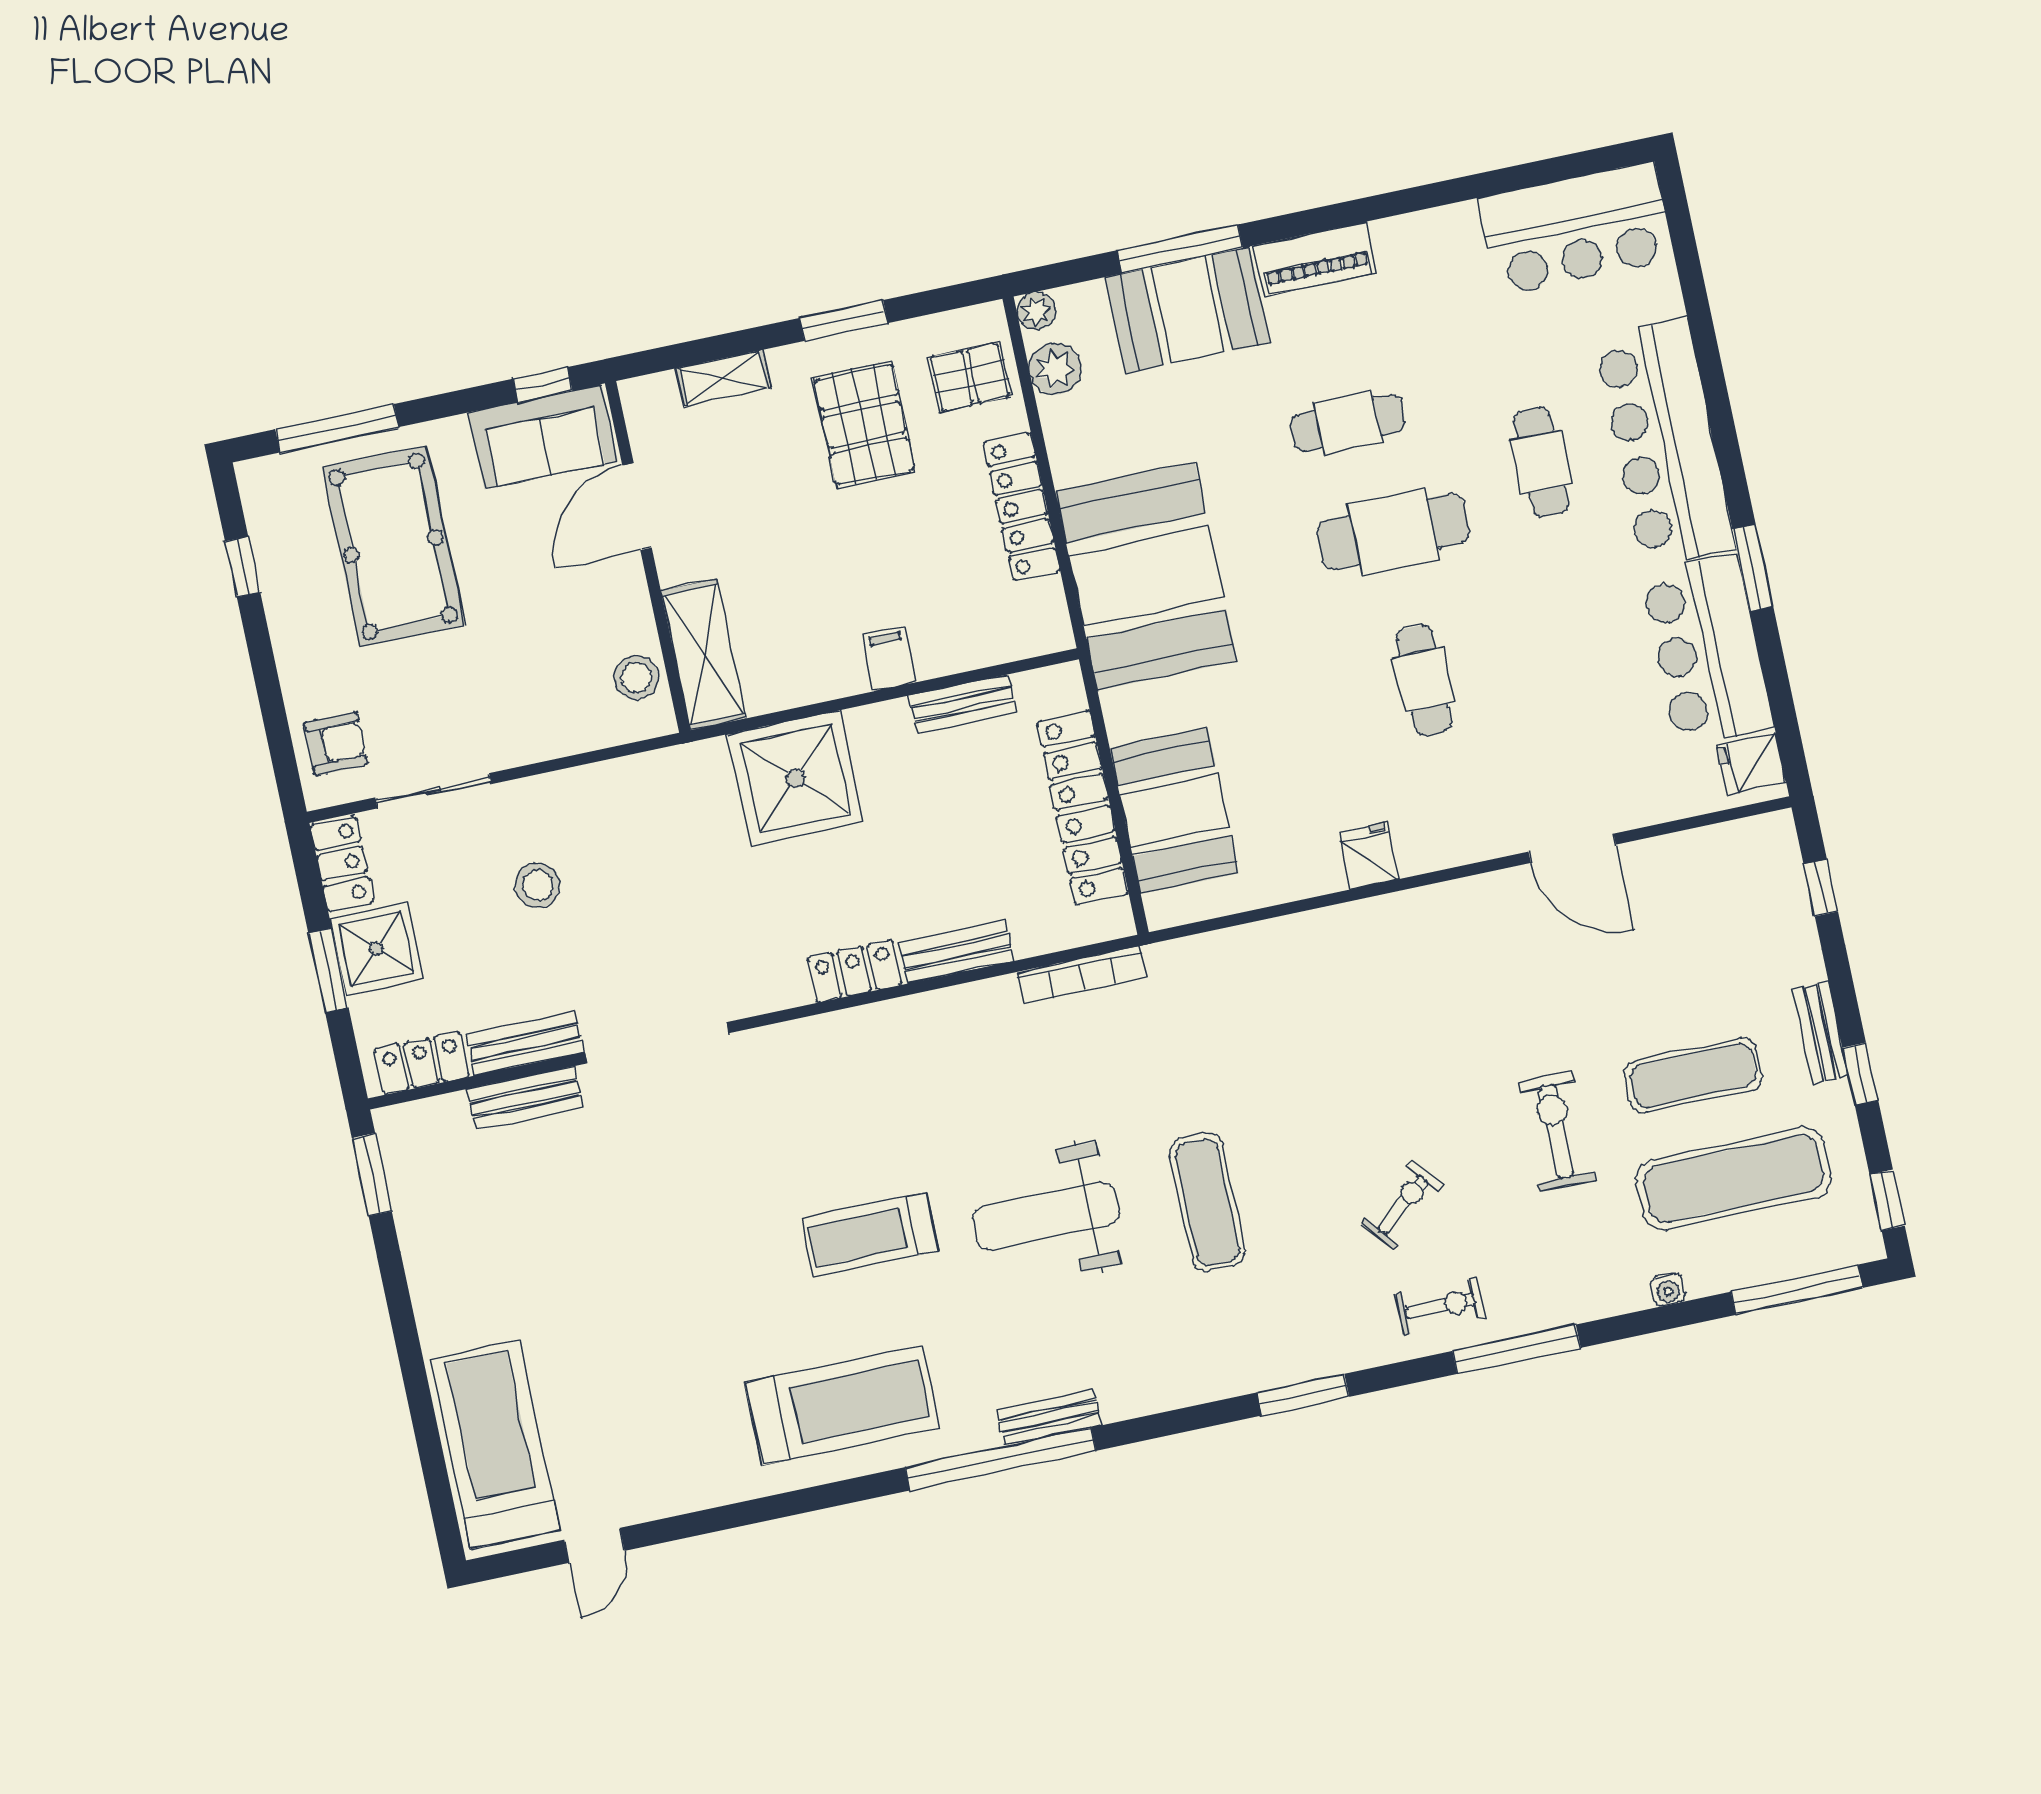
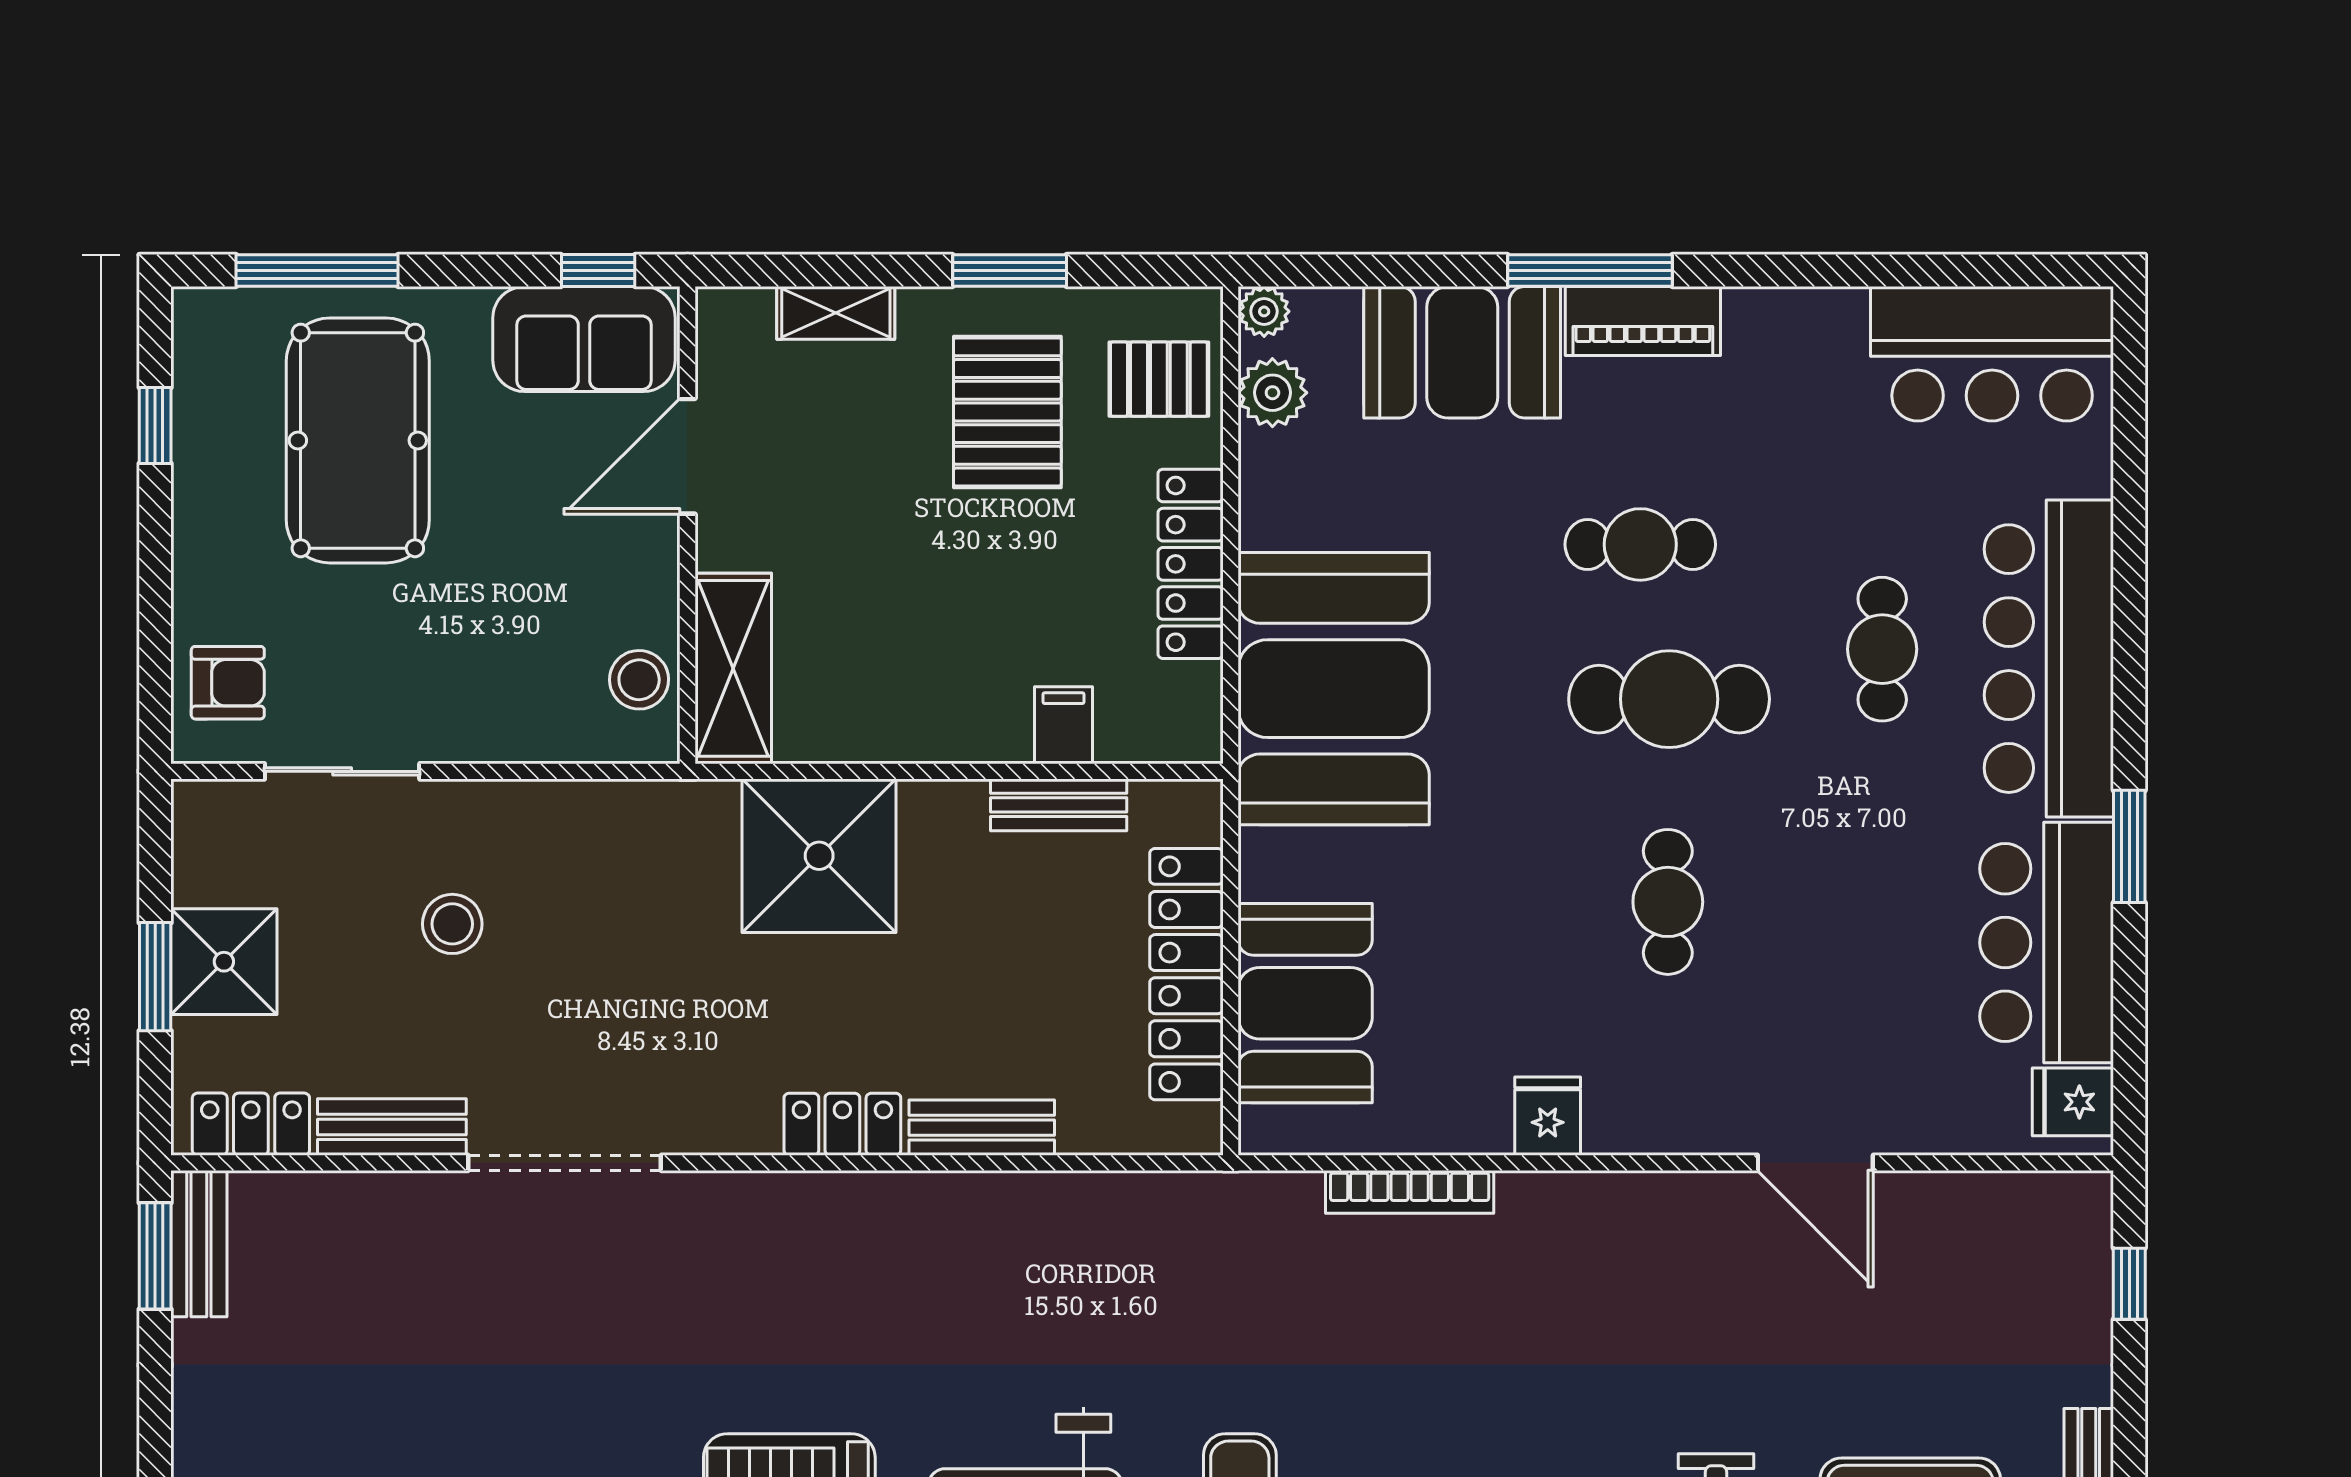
window: (1180, 249) -> (1590, 271), moved
filing cabinet: (889, 659) -> (1063, 725), moved
locker: (342, 864) -> (202, 841), removed
bookcase: (1081, 975) -> (1410, 1192), moved
bench: (525, 1098) -> (199, 1244), moved, turned 90

